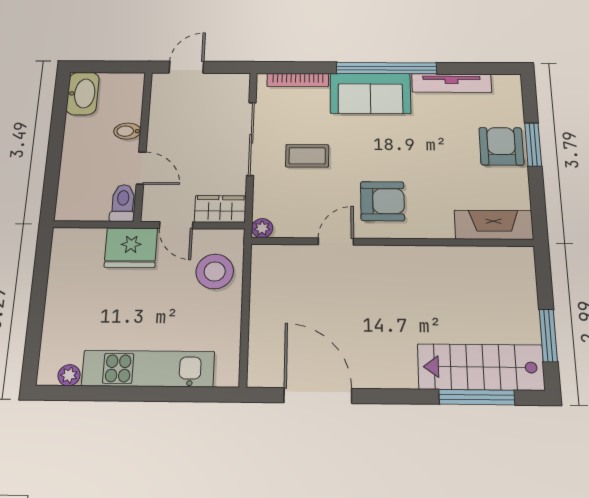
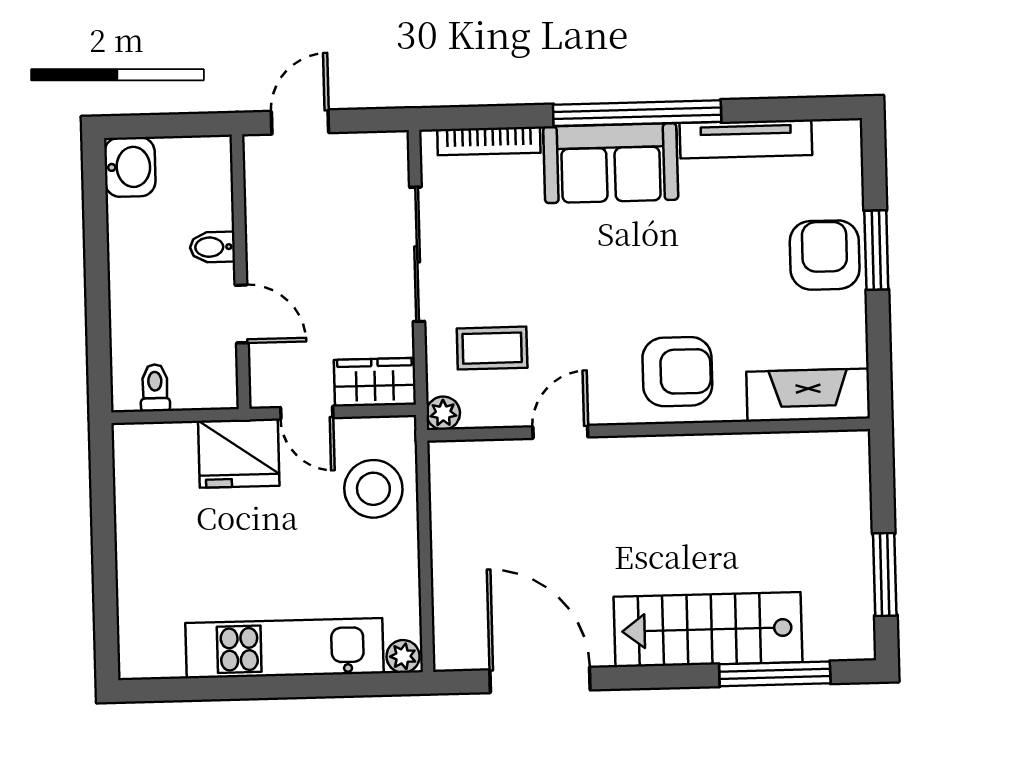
washbasin: (83, 93) -> (130, 167), width x0.72
coffee table: (307, 156) -> (492, 348), moved
armchair: (382, 201) -> (677, 372), moved
toilet: (123, 203) -> (155, 388), moved, width x0.73, depth x0.72
stairs: (481, 367) -> (708, 629), moved
plant: (69, 375) -> (403, 656), moved

